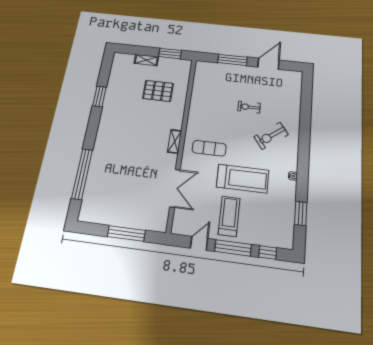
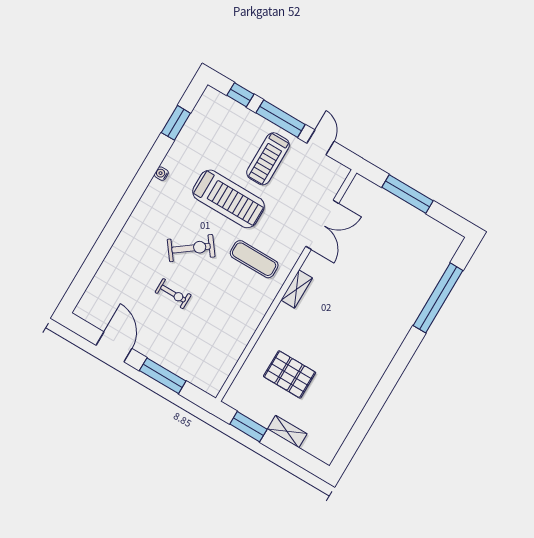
door: (268, 64) -> (114, 347), swing flipped
window: (99, 96) -> (376, 403), removed
exercise bike: (271, 136) -> (191, 248), moved
treadmill: (243, 179) -> (229, 199), turned 180
double door: (175, 188) -> (322, 225), swing flipped
door: (199, 243) -> (321, 142), swing flipped

